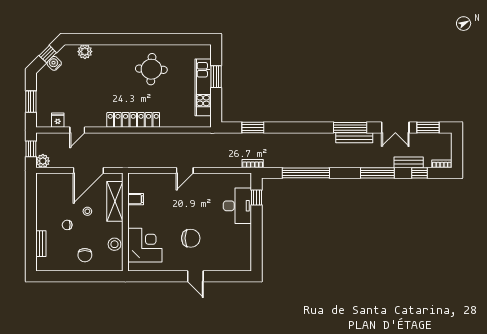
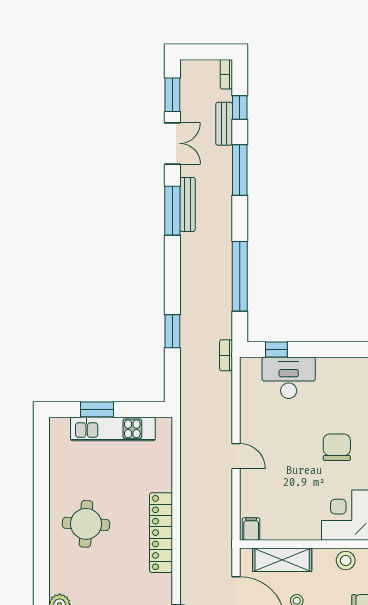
round table: (151, 69) -> (86, 524), moved
window: (253, 127) -> (172, 331), moved
filing cabinet: (136, 199) -> (251, 529), moved

